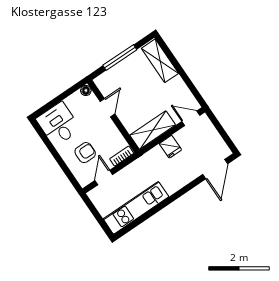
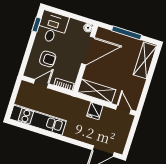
door: (107, 108) -> (88, 50), width x1.88
window: (44, 137) -> (36, 25), added

